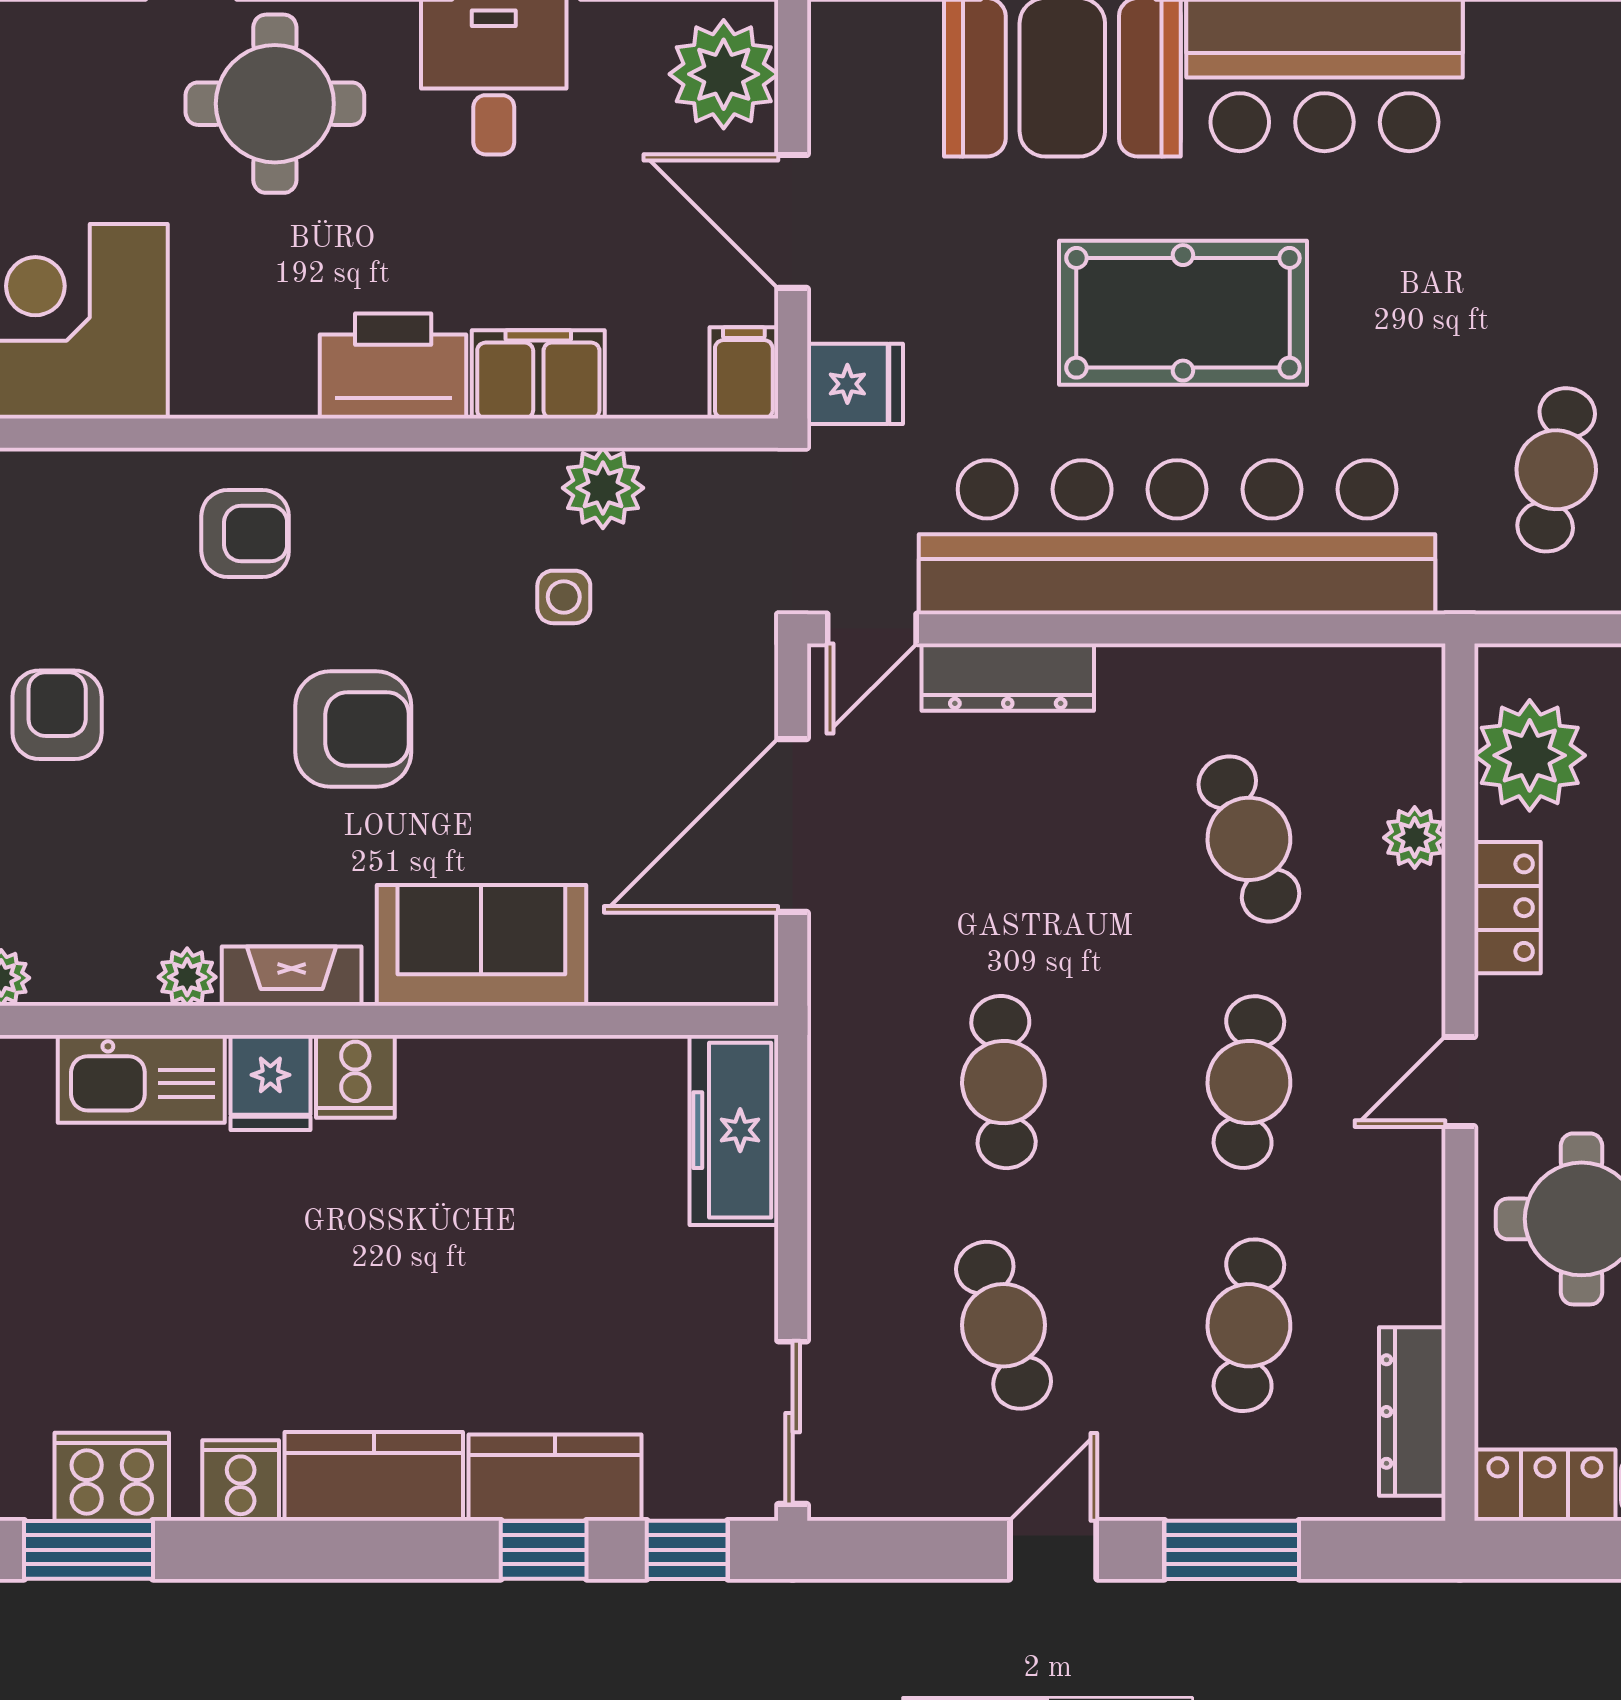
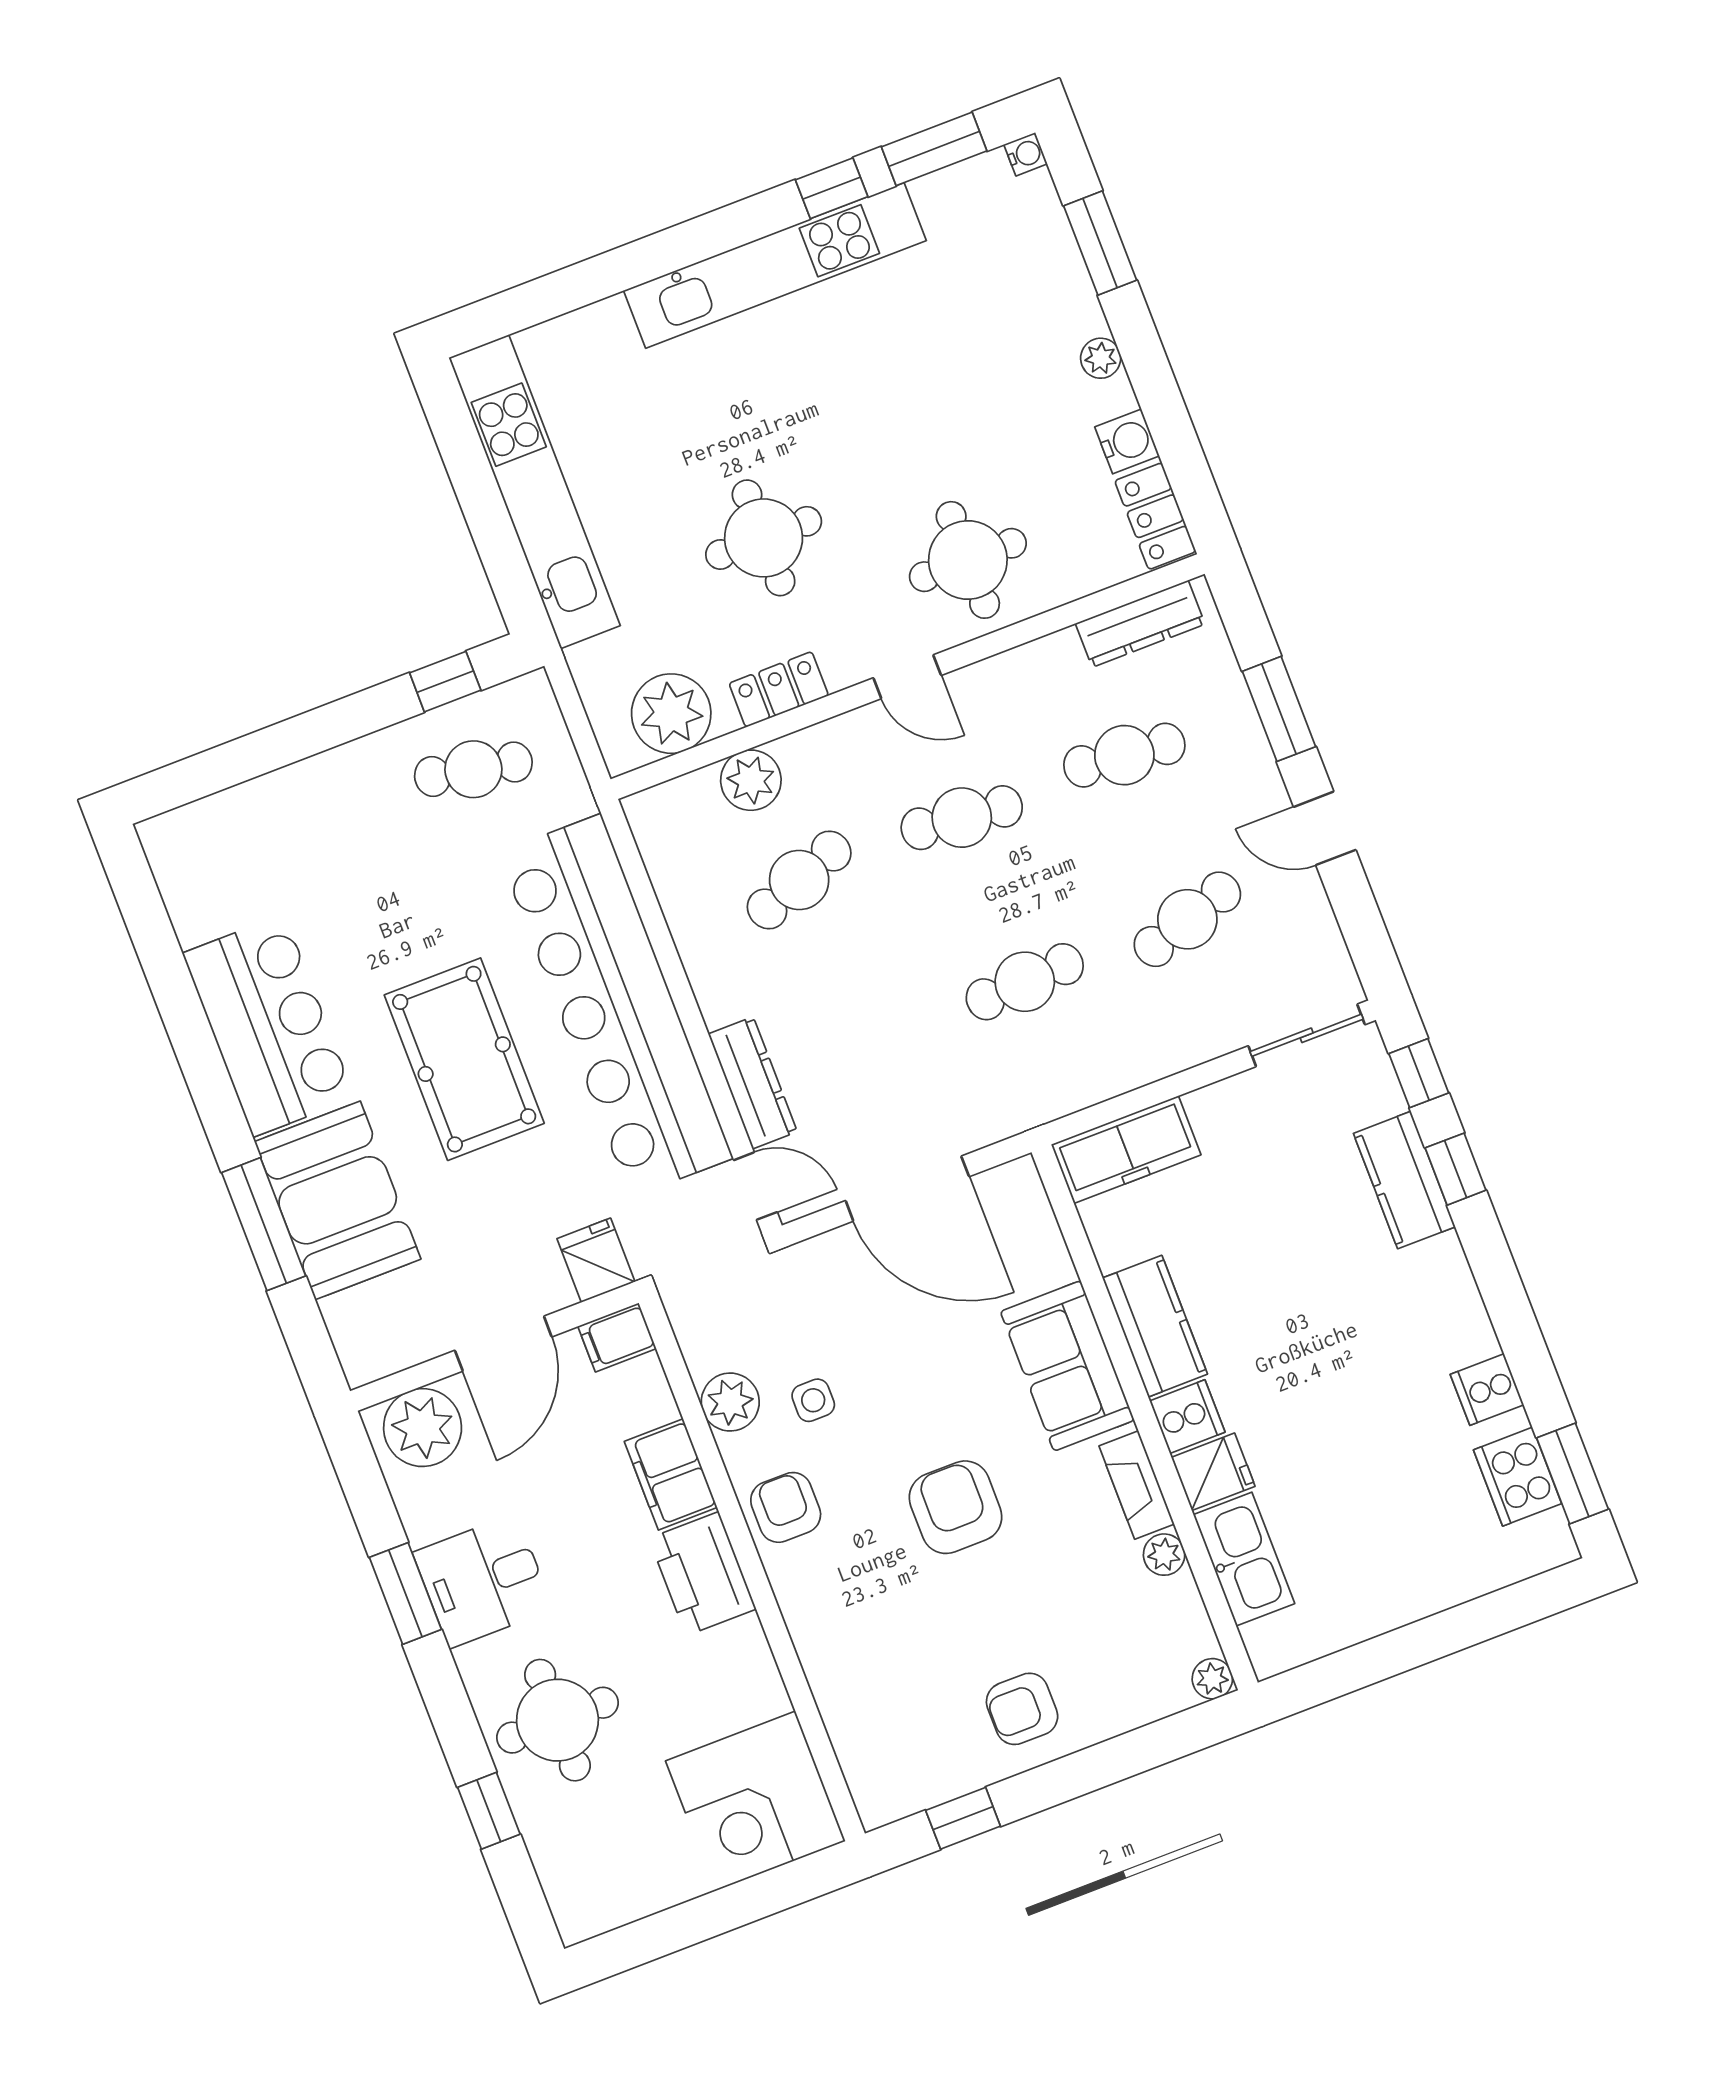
armchair: (245, 534) -> (786, 1507), moved
plant: (1415, 838) -> (751, 780), width x1.38, depth x1.38
kitchen counter: (374, 1476) -> (1155, 1326), moved, turned 180

